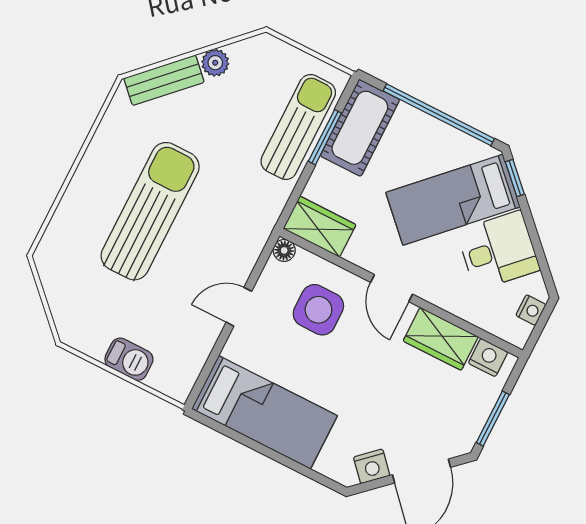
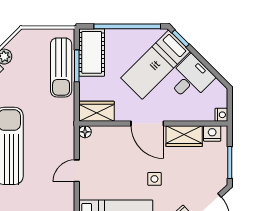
sun lounger: (298, 127) -> (61, 67), turned 180
door: (392, 288) -> (147, 124), width x1.38
side table: (318, 310) -> (154, 179), moved, width x0.54, depth x0.54
nightstand: (531, 310) -> (221, 115), moved

